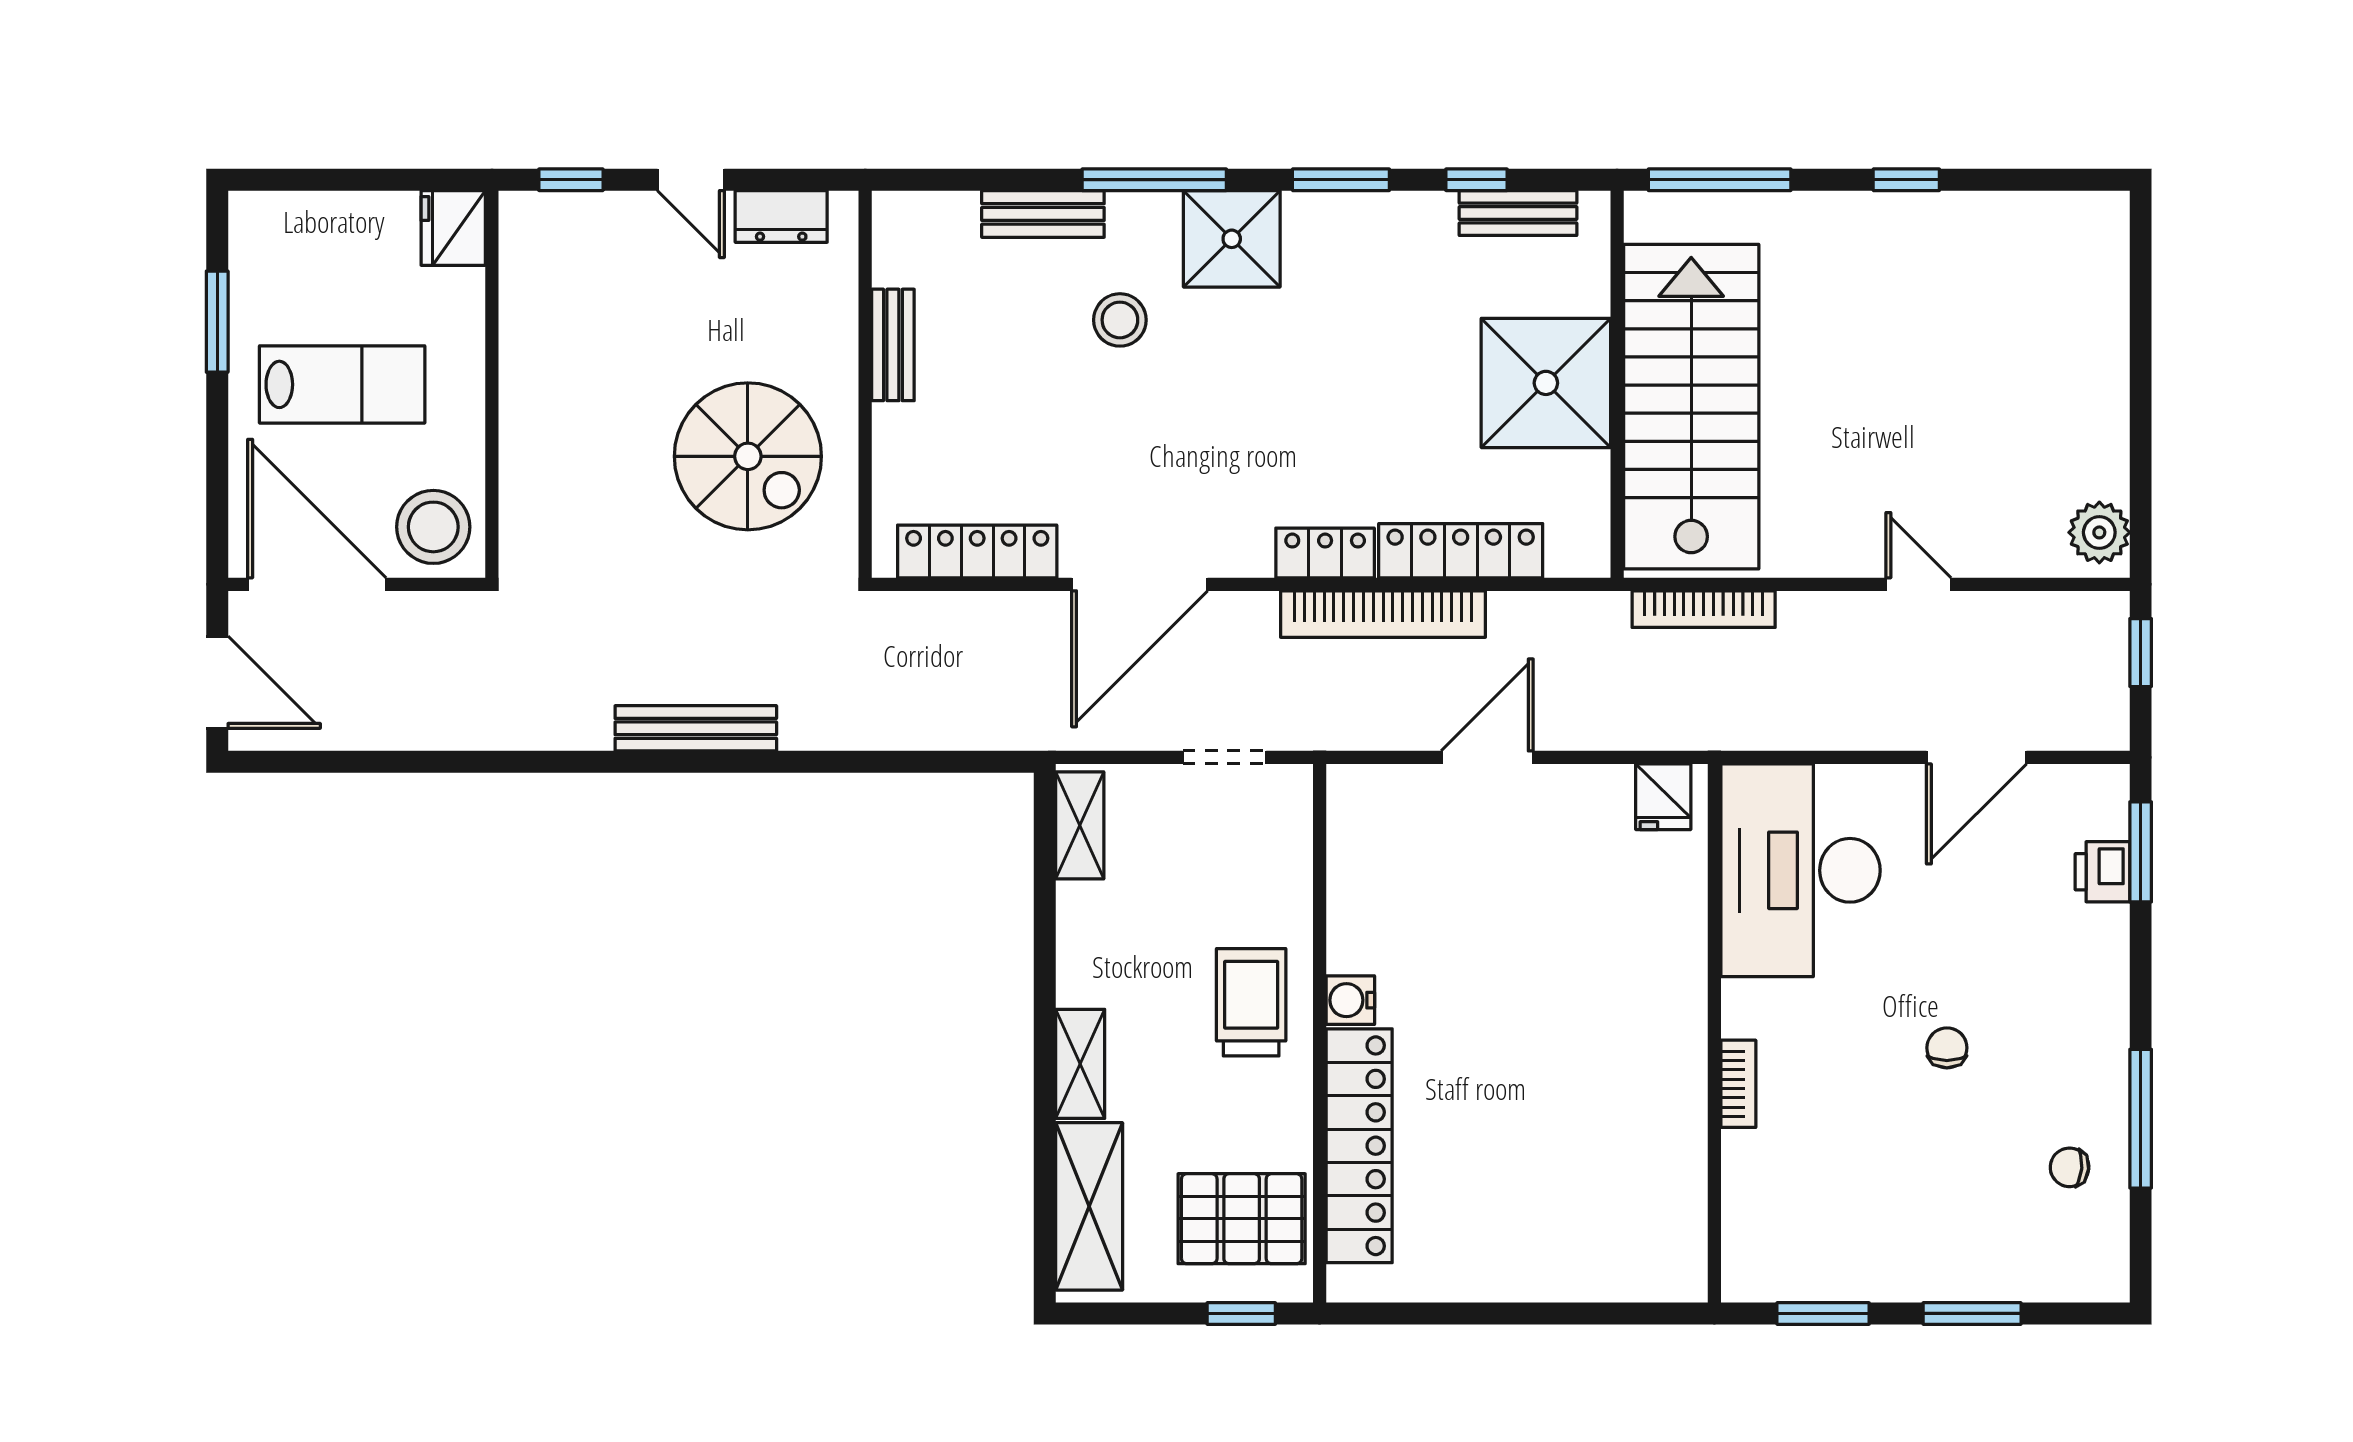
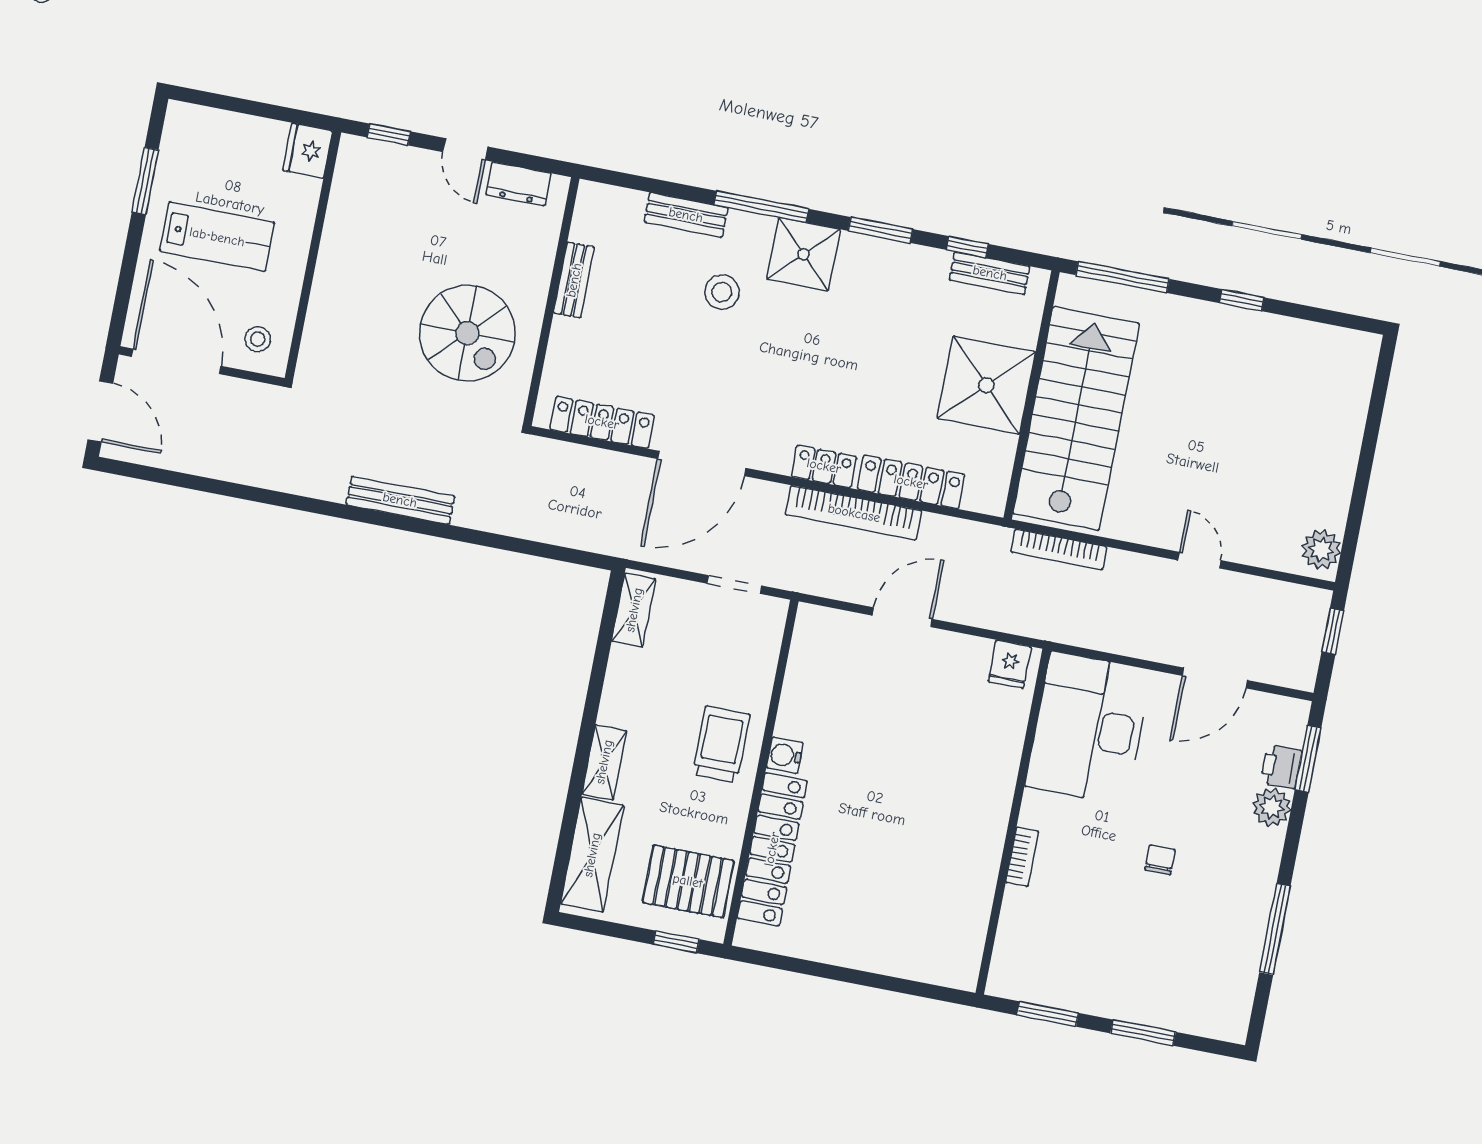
stool: (433, 527) -> (258, 339), width x0.53, depth x0.53
plant: (2100, 936) -> (1272, 807), added
chair: (2070, 1167) -> (1223, 951), removed

